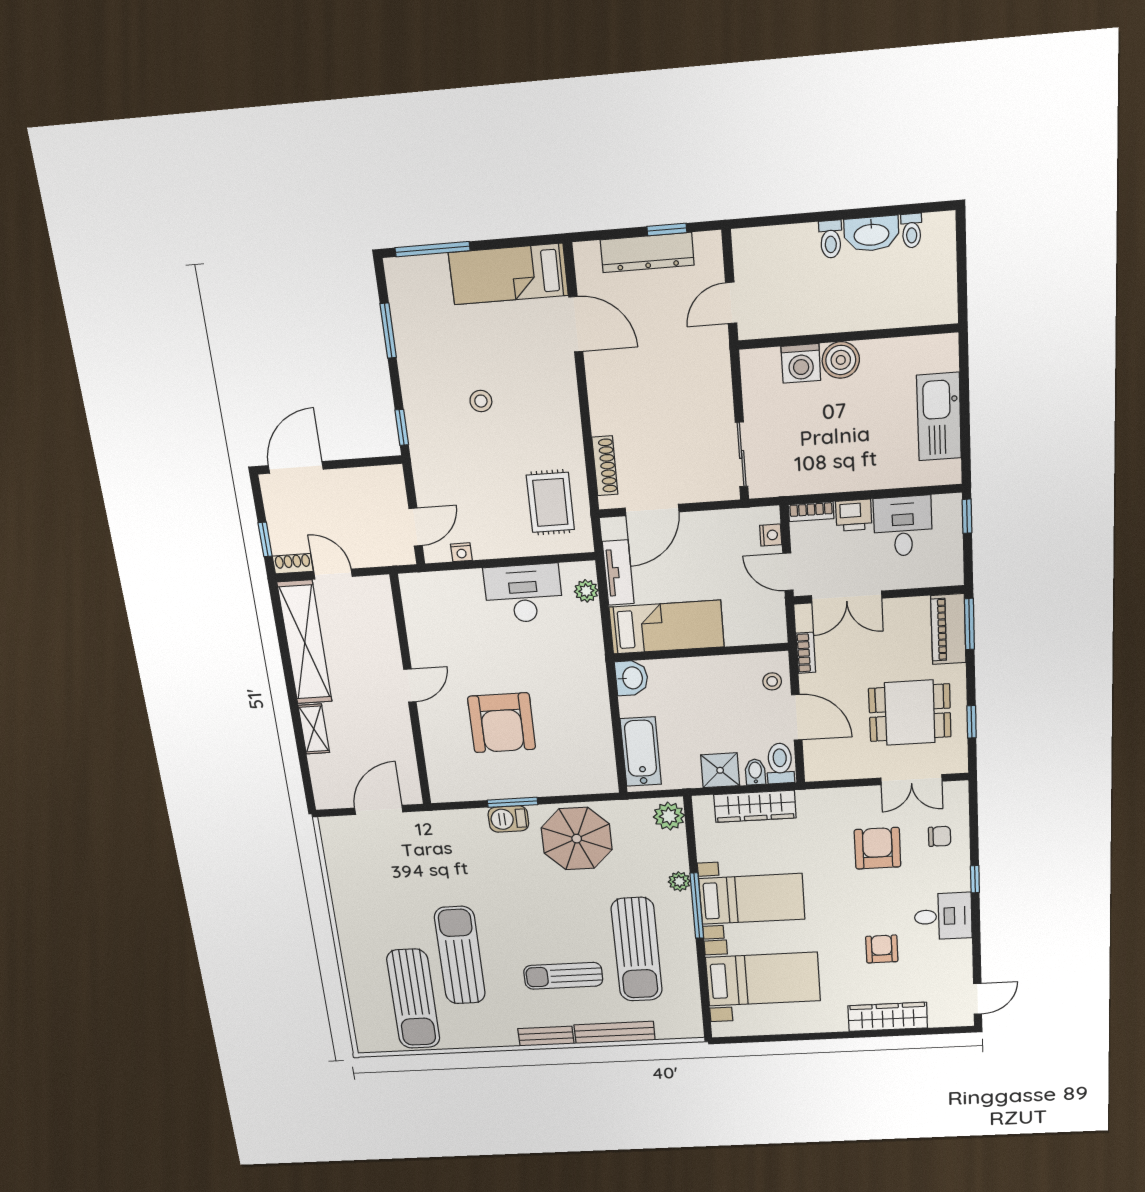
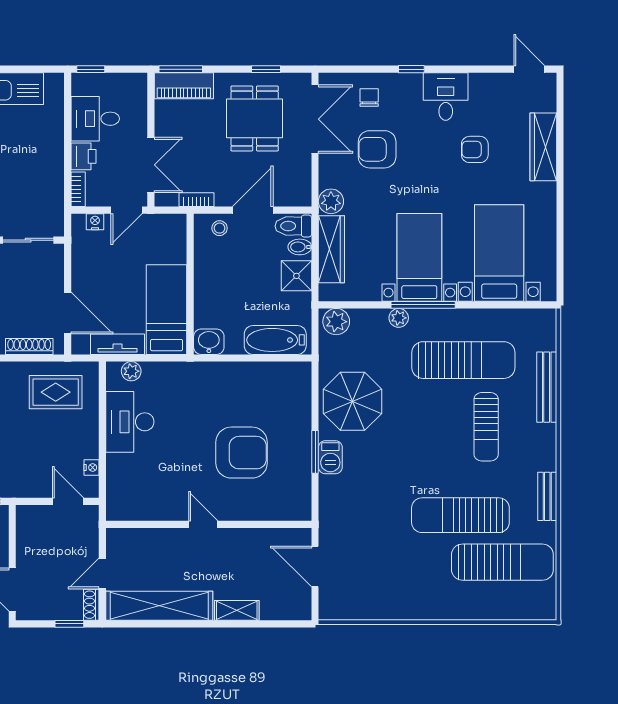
double door: (911, 780) -> (315, 119), width x1.37
plant: (812, 803) -> (331, 201), added
bench: (546, 1036) -> (547, 496), moved

